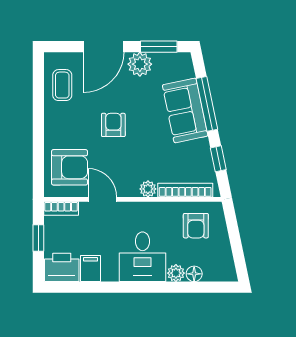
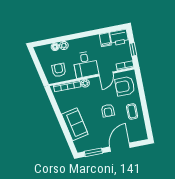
plant: (140, 64) -> (101, 142), removed
coffee table: (62, 85) -> (132, 111), moved
window: (207, 104) -> (65, 129), removed
window: (218, 159) -> (54, 104), removed
door: (102, 199) -> (106, 74), hinge flipped
desk: (142, 257) -> (85, 64), moved, turned 180

